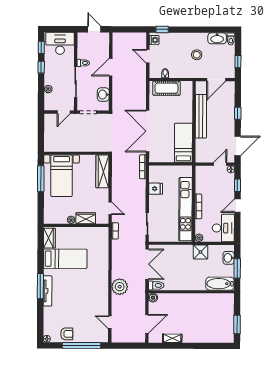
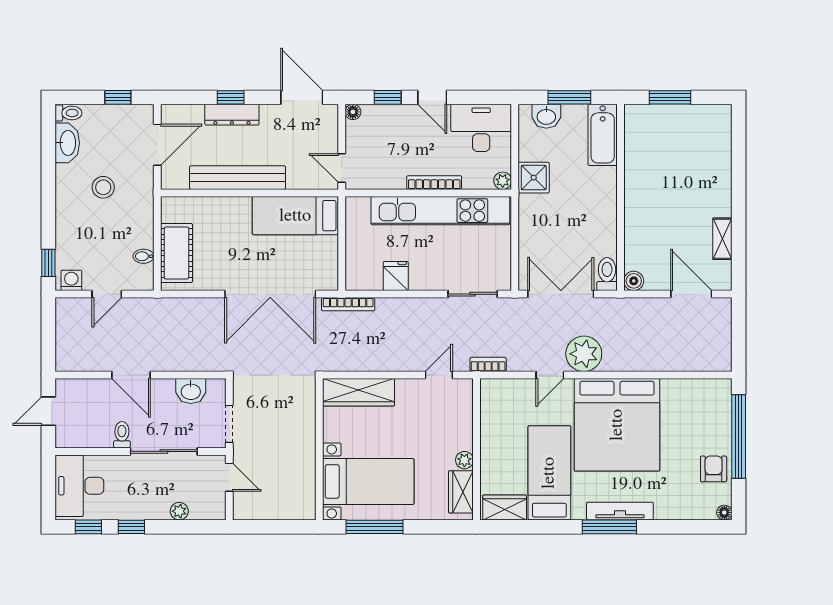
door: (216, 80) -> (157, 145), hinge flipped
dresser: (230, 114) -> (232, 115), added
door: (220, 164) -> (342, 168), moved
wardrobe: (86, 218) -> (461, 492), moved
plant: (120, 287) -> (584, 354), moved
bed: (87, 290) -> (617, 425), added
door: (110, 322) -> (550, 375), moved
window: (237, 325) -> (670, 97), moved

